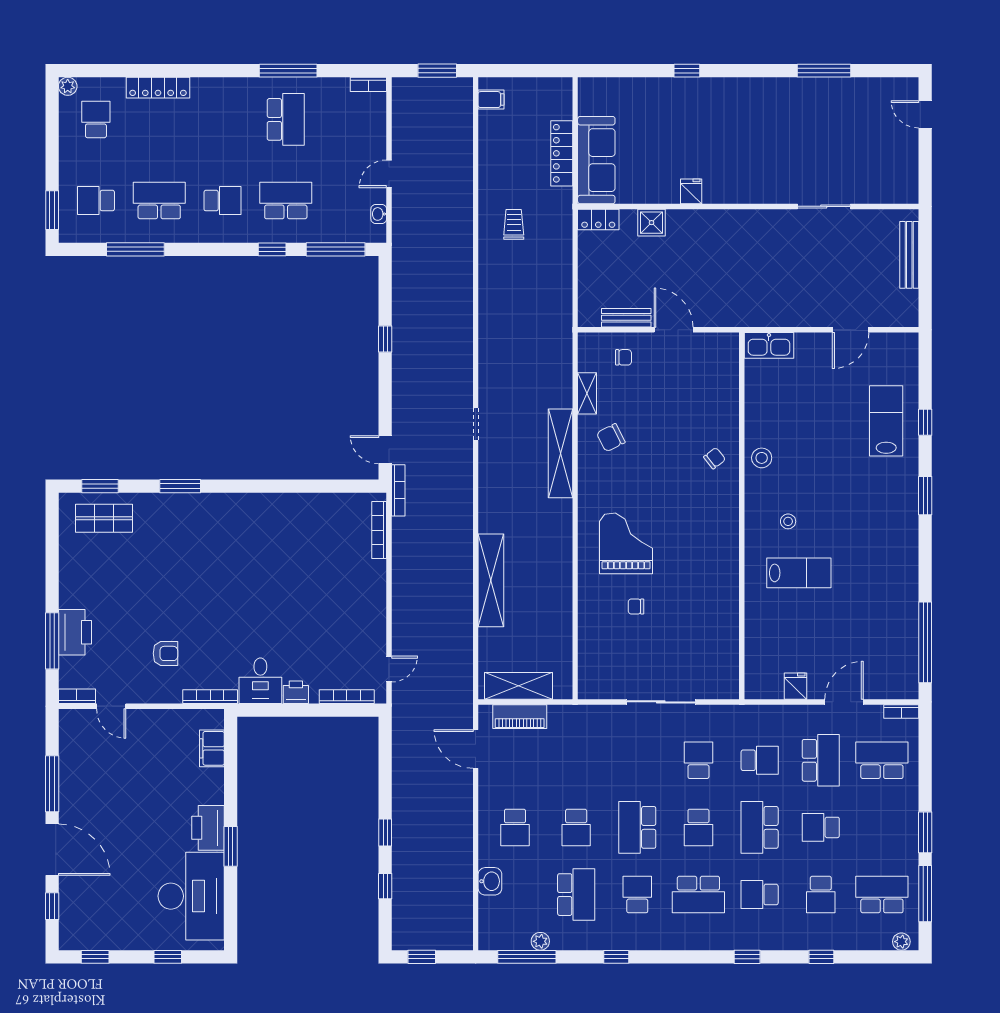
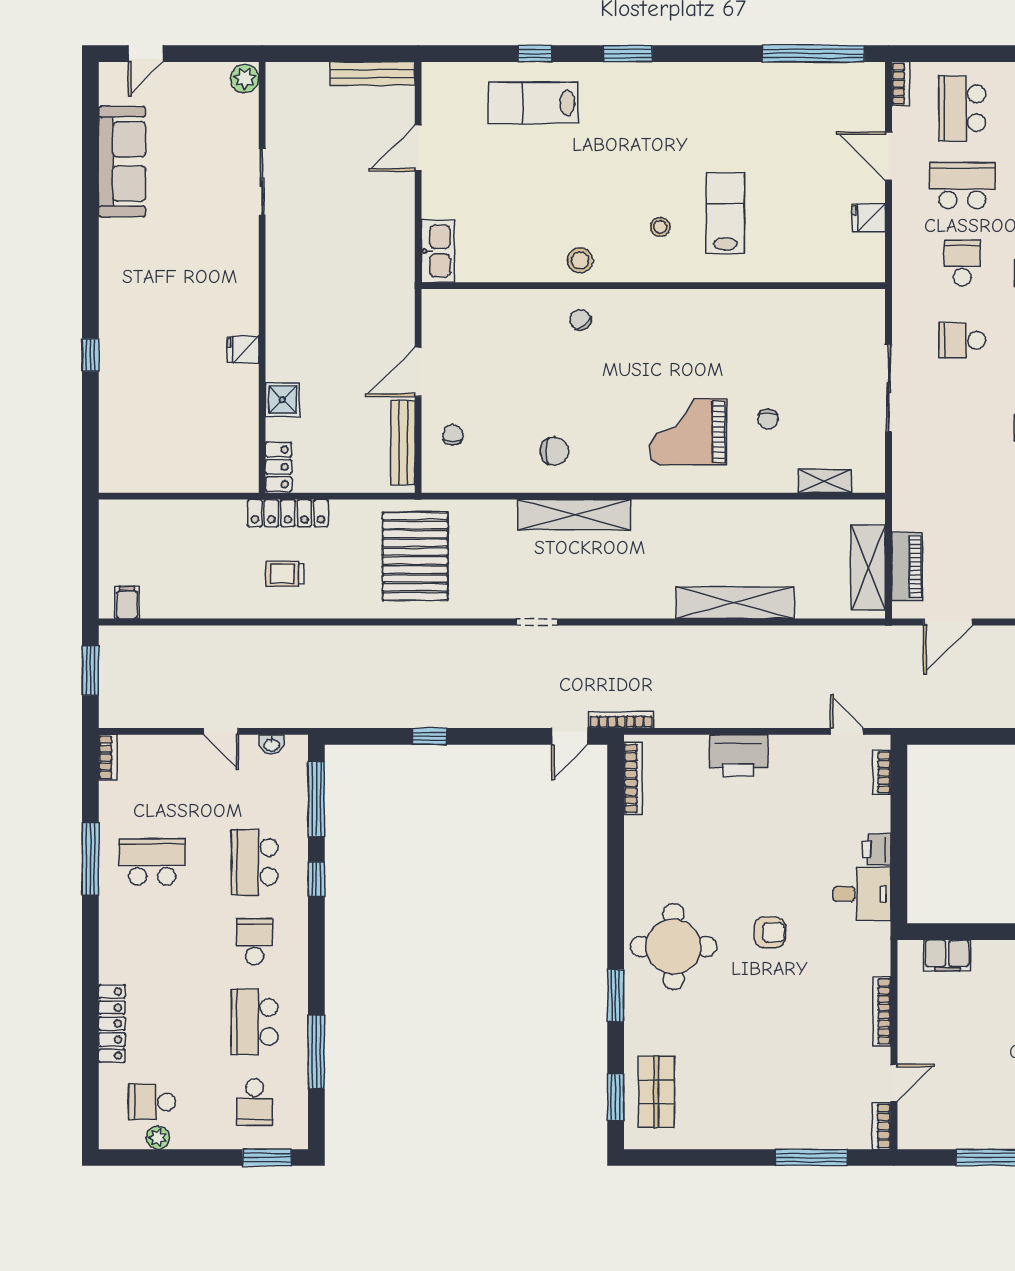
window: (824, 71) -> (90, 181), removed
plant: (68, 86) -> (158, 1138), moved
locker: (562, 153) -> (288, 513), moved
sofa: (596, 160) -> (122, 162), moved, turned 90
plant: (906, 193) -> (245, 78), added
bench: (909, 255) -> (372, 74), moved
bench: (626, 318) -> (403, 443), width x1.36
pallet: (528, 328) -> (415, 556), added
door: (851, 330) -> (418, 148), swing flipped
shelving: (587, 393) -> (825, 481), moved
chair: (611, 438) -> (554, 451), turned -63
bookcase: (379, 530) -> (633, 778), moved, turned -90
round table: (219, 532) -> (673, 947), added
printer: (75, 632) -> (739, 755), moved, turned 180
armchair: (165, 653) -> (770, 932), moved, turned 90
bookcase: (210, 697) -> (882, 1011), moved
bookcase: (347, 697) -> (882, 772), width x0.64

